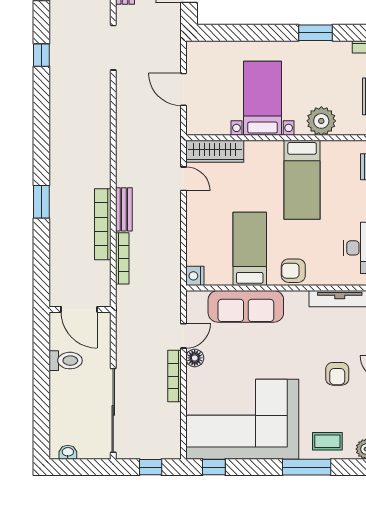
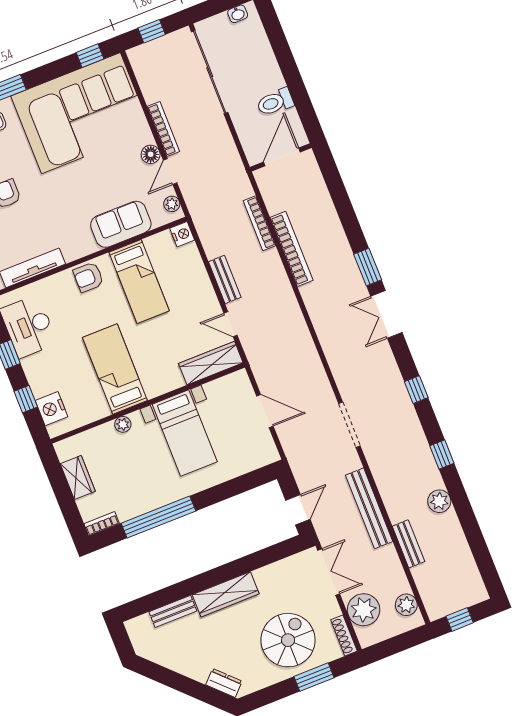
window: (315, 33) -> (158, 517), width x2.11
plant: (321, 121) -> (123, 424), width x0.53, depth x0.53
double door: (41, 133) -> (386, 314), added
window: (41, 202) -> (368, 267), moved
bench: (124, 209) -> (225, 279), moved
armchair: (293, 271) -> (88, 277), turned 180
plant: (193, 306) -> (172, 204), added
sofa: (246, 306) -> (121, 224), width x0.73
door: (79, 309) -> (282, 157), hinge flipped

